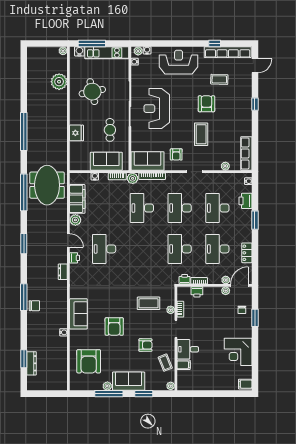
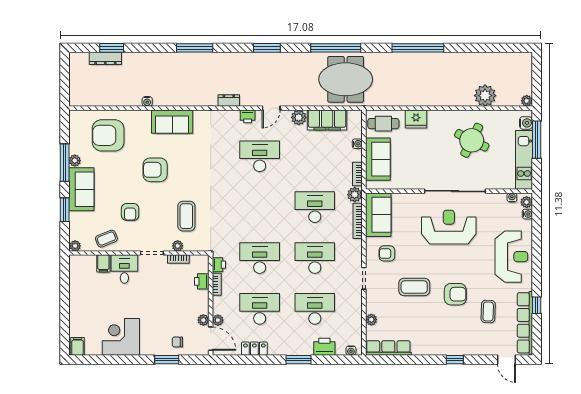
round table: (92, 92) -> (472, 140), turned 38
cafe table: (110, 130) -> (383, 124), moved
chair: (34, 306) -> (183, 62), removed

